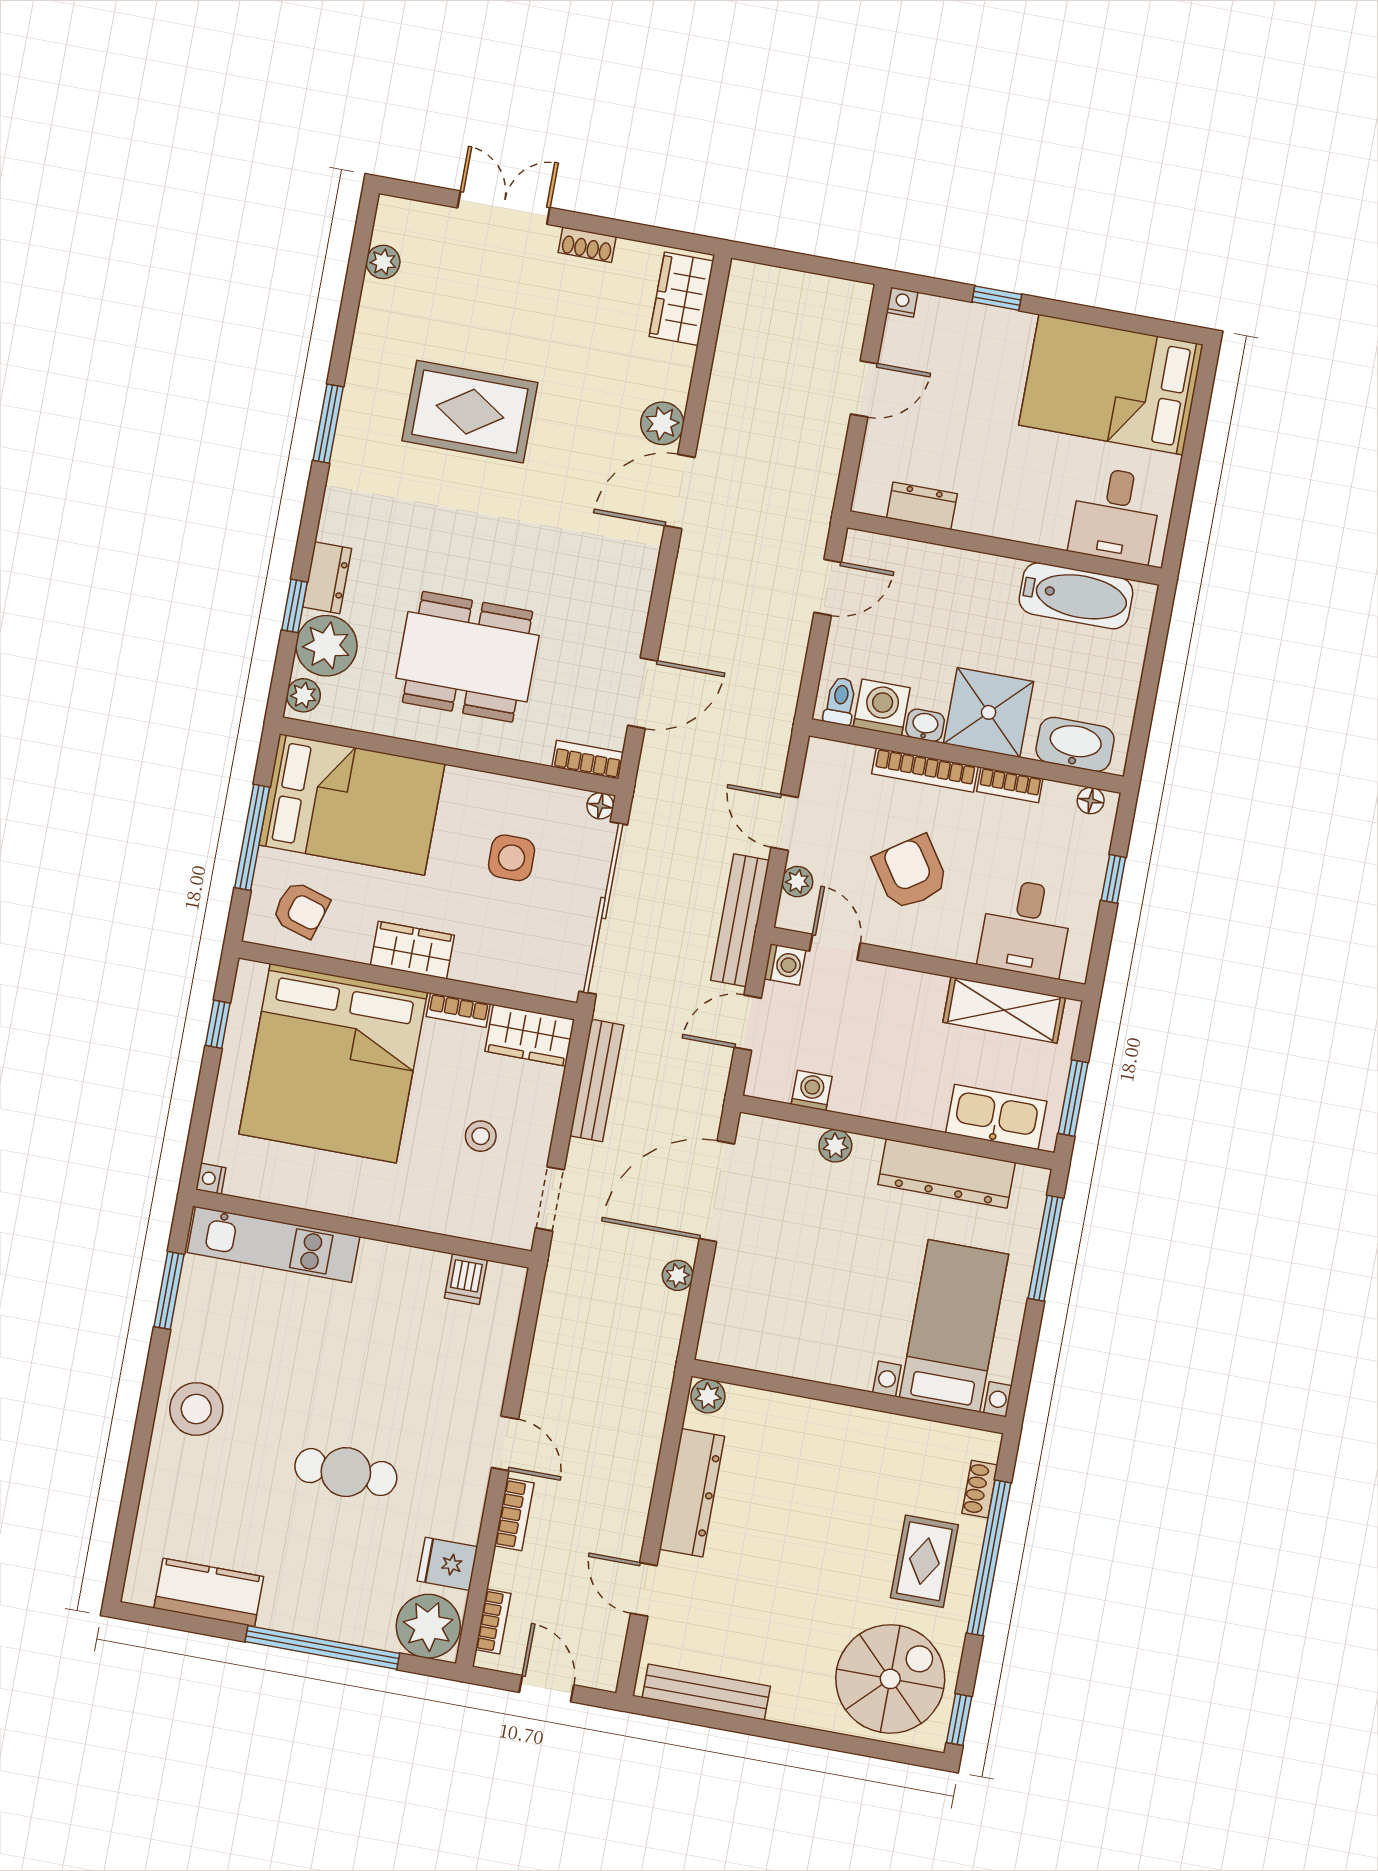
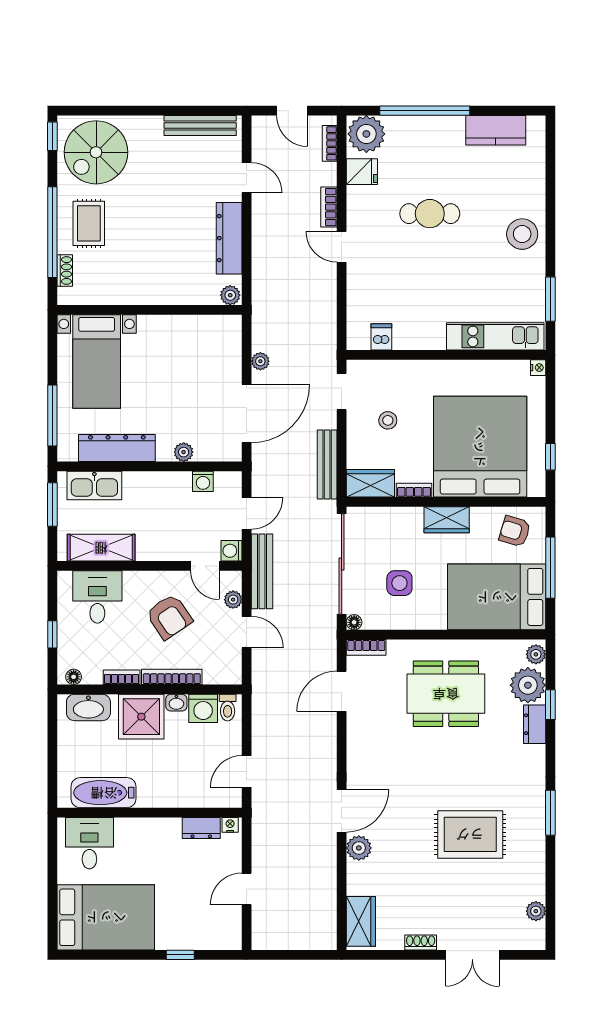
nightstand: (902, 302) -> (230, 825), moved, turned 180

